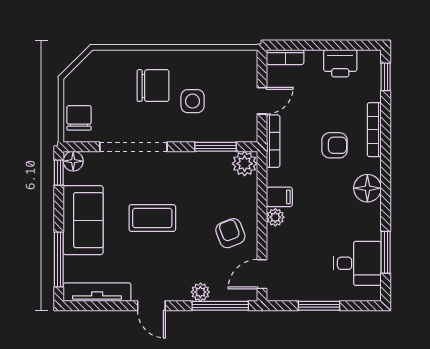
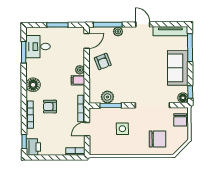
printer: (340, 63) -> (33, 147), moved, turned 90
chair: (153, 86) -> (158, 139), moved, turned 180
plant: (245, 164) -> (107, 97), moved
coffee table: (152, 218) -> (143, 69), removed

